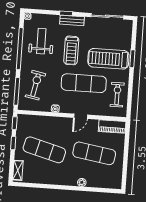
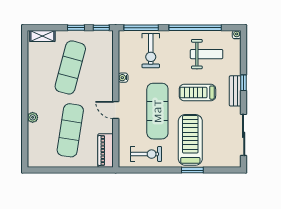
exercise bike: (35, 85) -> (151, 51), turned 79

